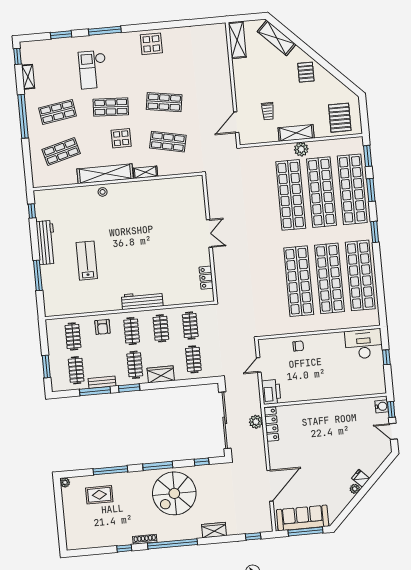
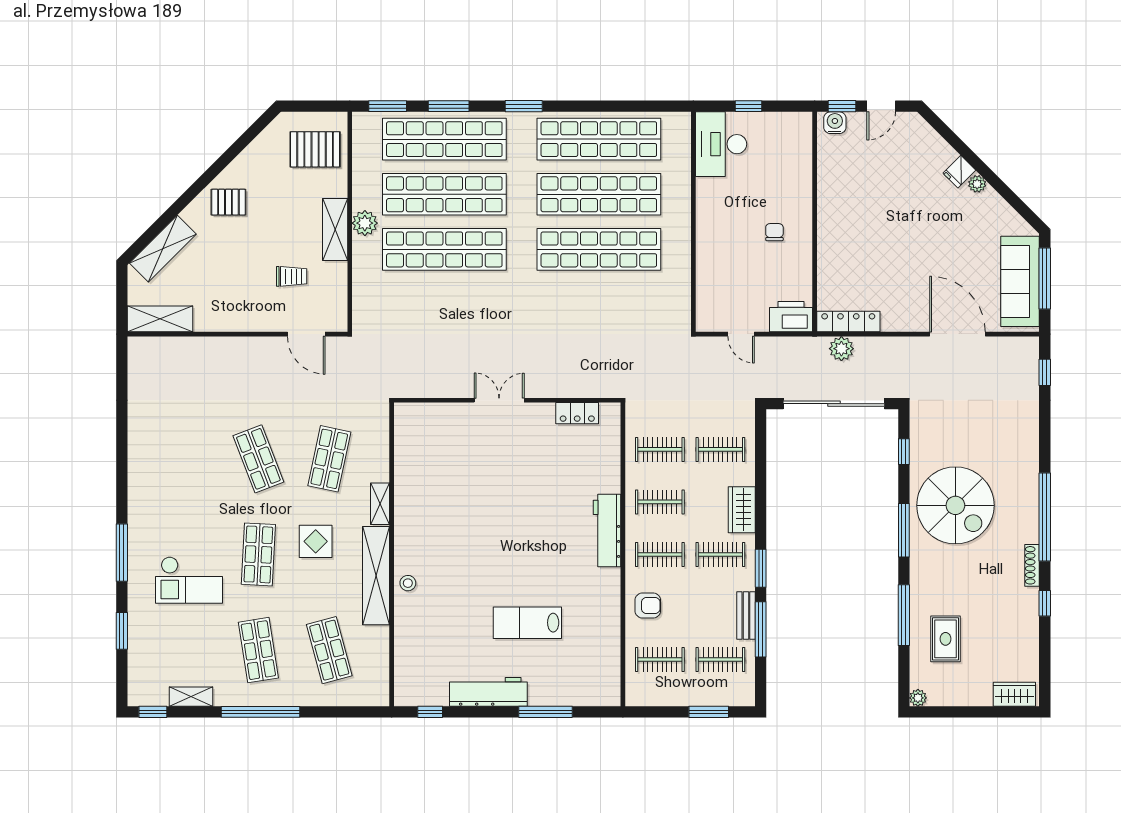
display table: (151, 44) -> (153, 472), removed
shop shelf: (164, 102) -> (258, 459), turned -30
chair: (298, 346) -> (774, 232), moved
wardrobe: (214, 530) -> (1014, 694), moved, turned 90

